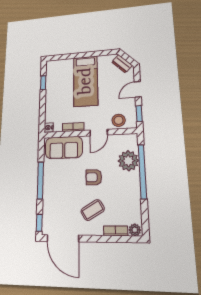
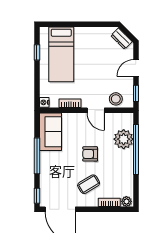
bed: (86, 81) -> (61, 54), moved
door: (99, 133) -> (96, 110), hinge flipped
sofa: (64, 147) -> (50, 132), moved, turned -90

